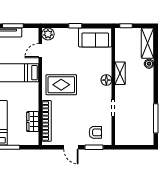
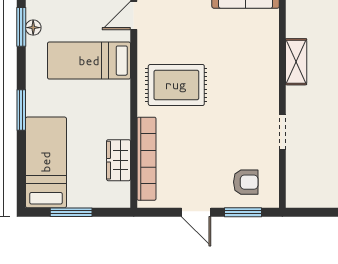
floor lamp: (106, 80) -> (268, 75), removed

